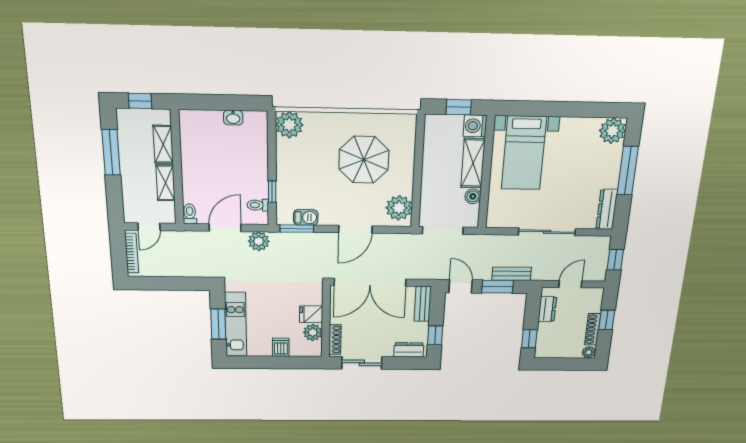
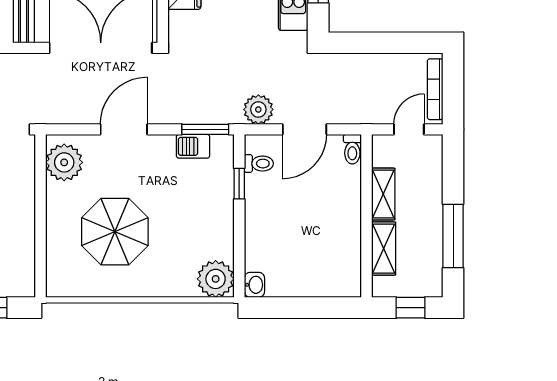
washbasin: (233, 118) -> (254, 285), moved, turned 90

